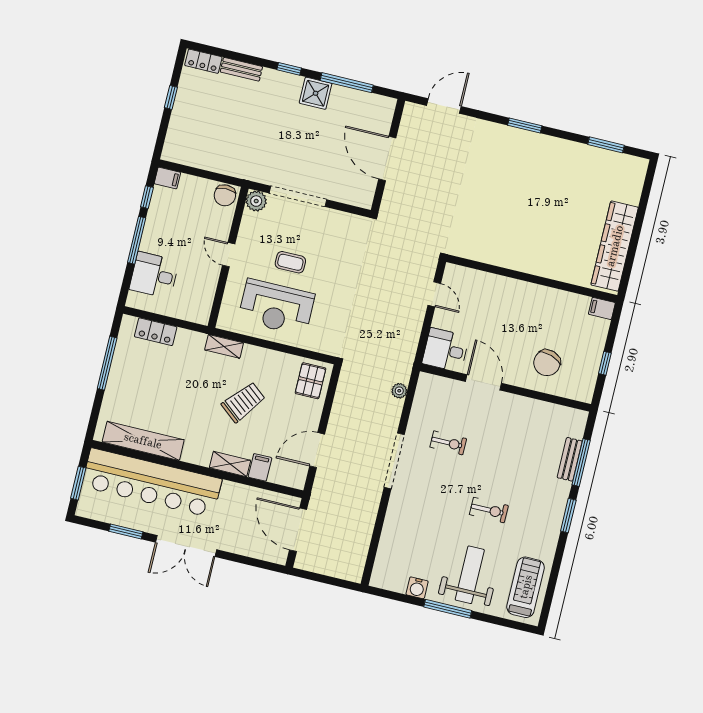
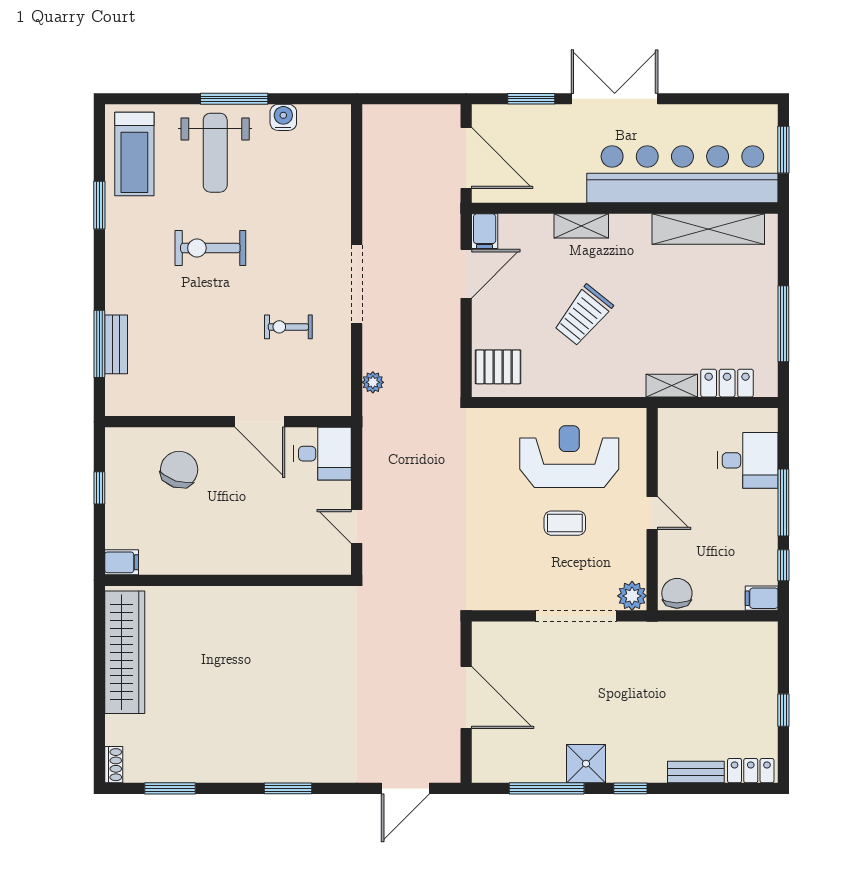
shoe rack: (641, 171) -> (114, 765), added
shelving: (224, 346) -> (672, 386), moved
pallet: (311, 381) -> (498, 367), turned 90
filing cabinet: (260, 467) -> (485, 231), moved
exercise bike: (489, 510) -> (210, 248), width x1.38, depth x1.39
window: (568, 516) -> (99, 205), moved
window: (126, 531) -> (531, 99), moved

